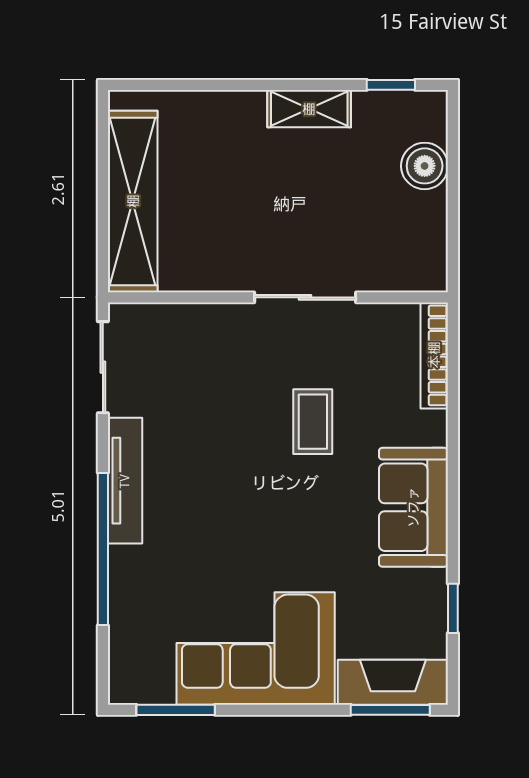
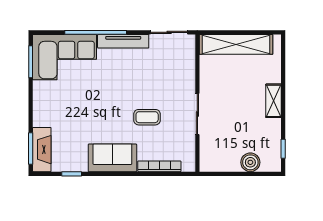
shelving: (309, 109) -> (274, 101), moved
bookcase: (434, 355) -> (159, 166), moved
corner sofa: (256, 649) -> (64, 57), moved, turned 90

